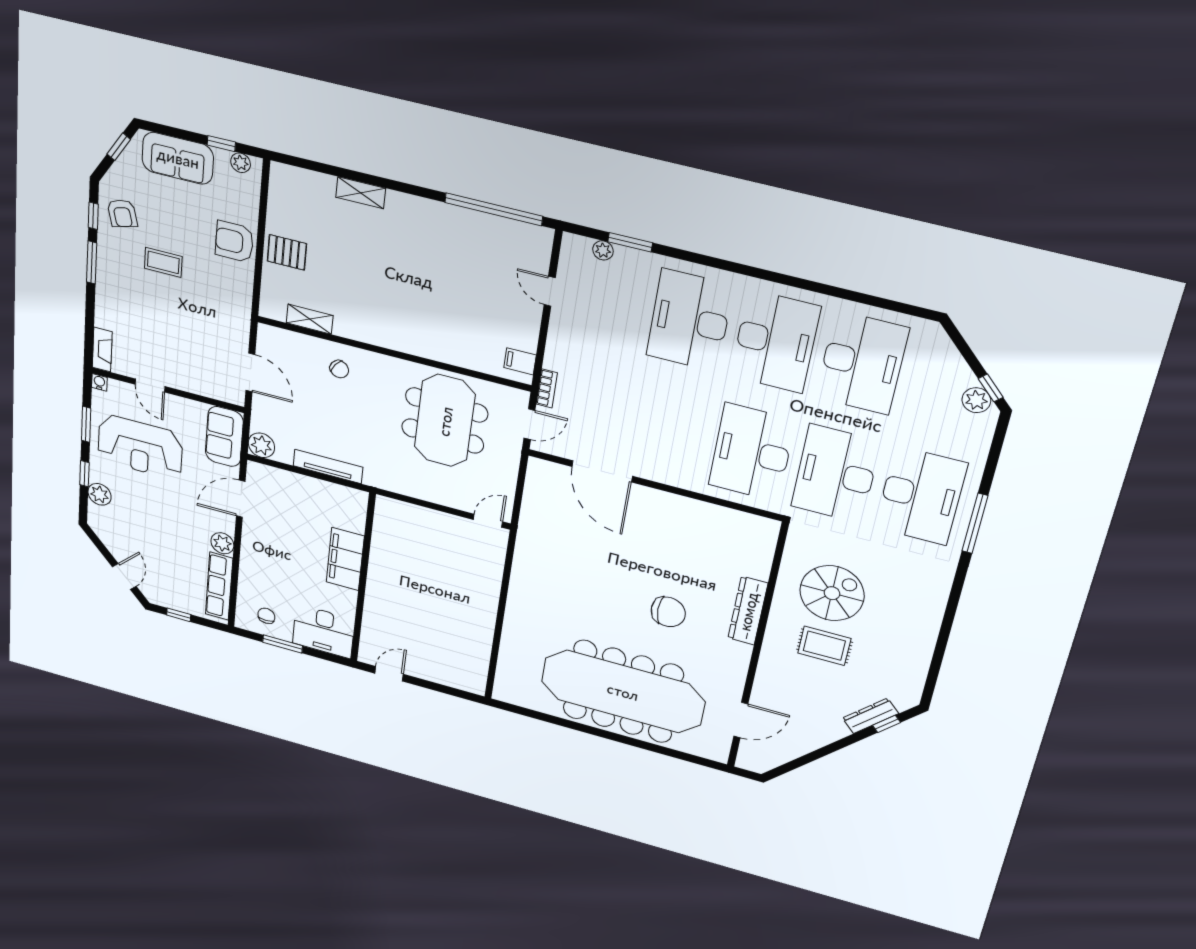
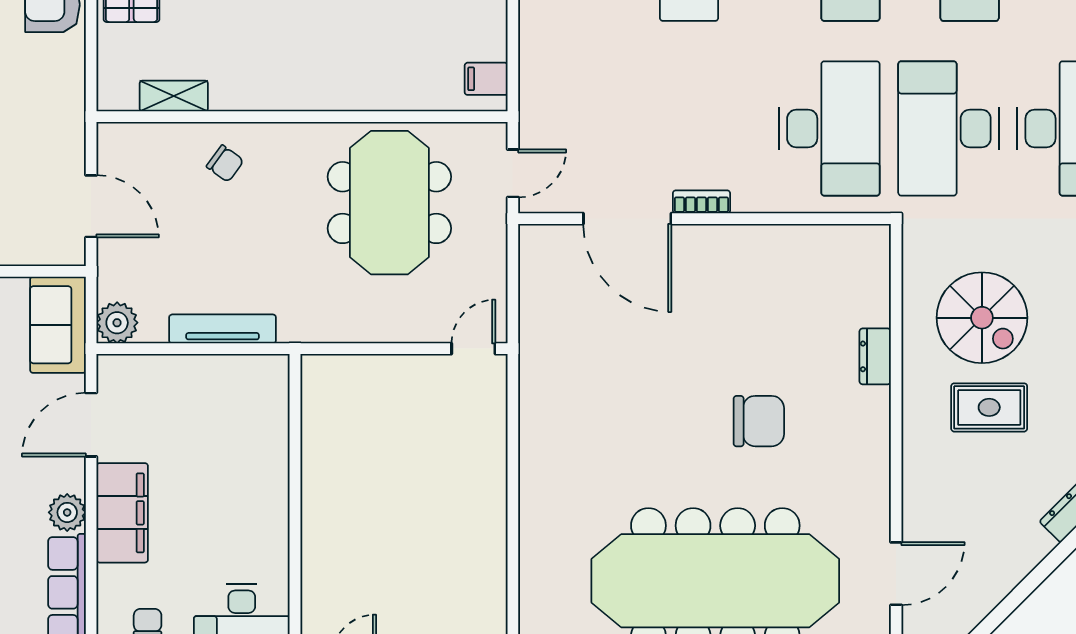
bookcase: (547, 388) -> (701, 202), moved, turned -90
desk: (752, 452) -> (829, 128), turned 180
filing cabinet: (345, 559) -> (122, 513), moved, turned 180
spiral stairs: (832, 593) -> (982, 318), turned 90
dresser: (748, 611) -> (875, 356), width x0.51, depth x0.80

